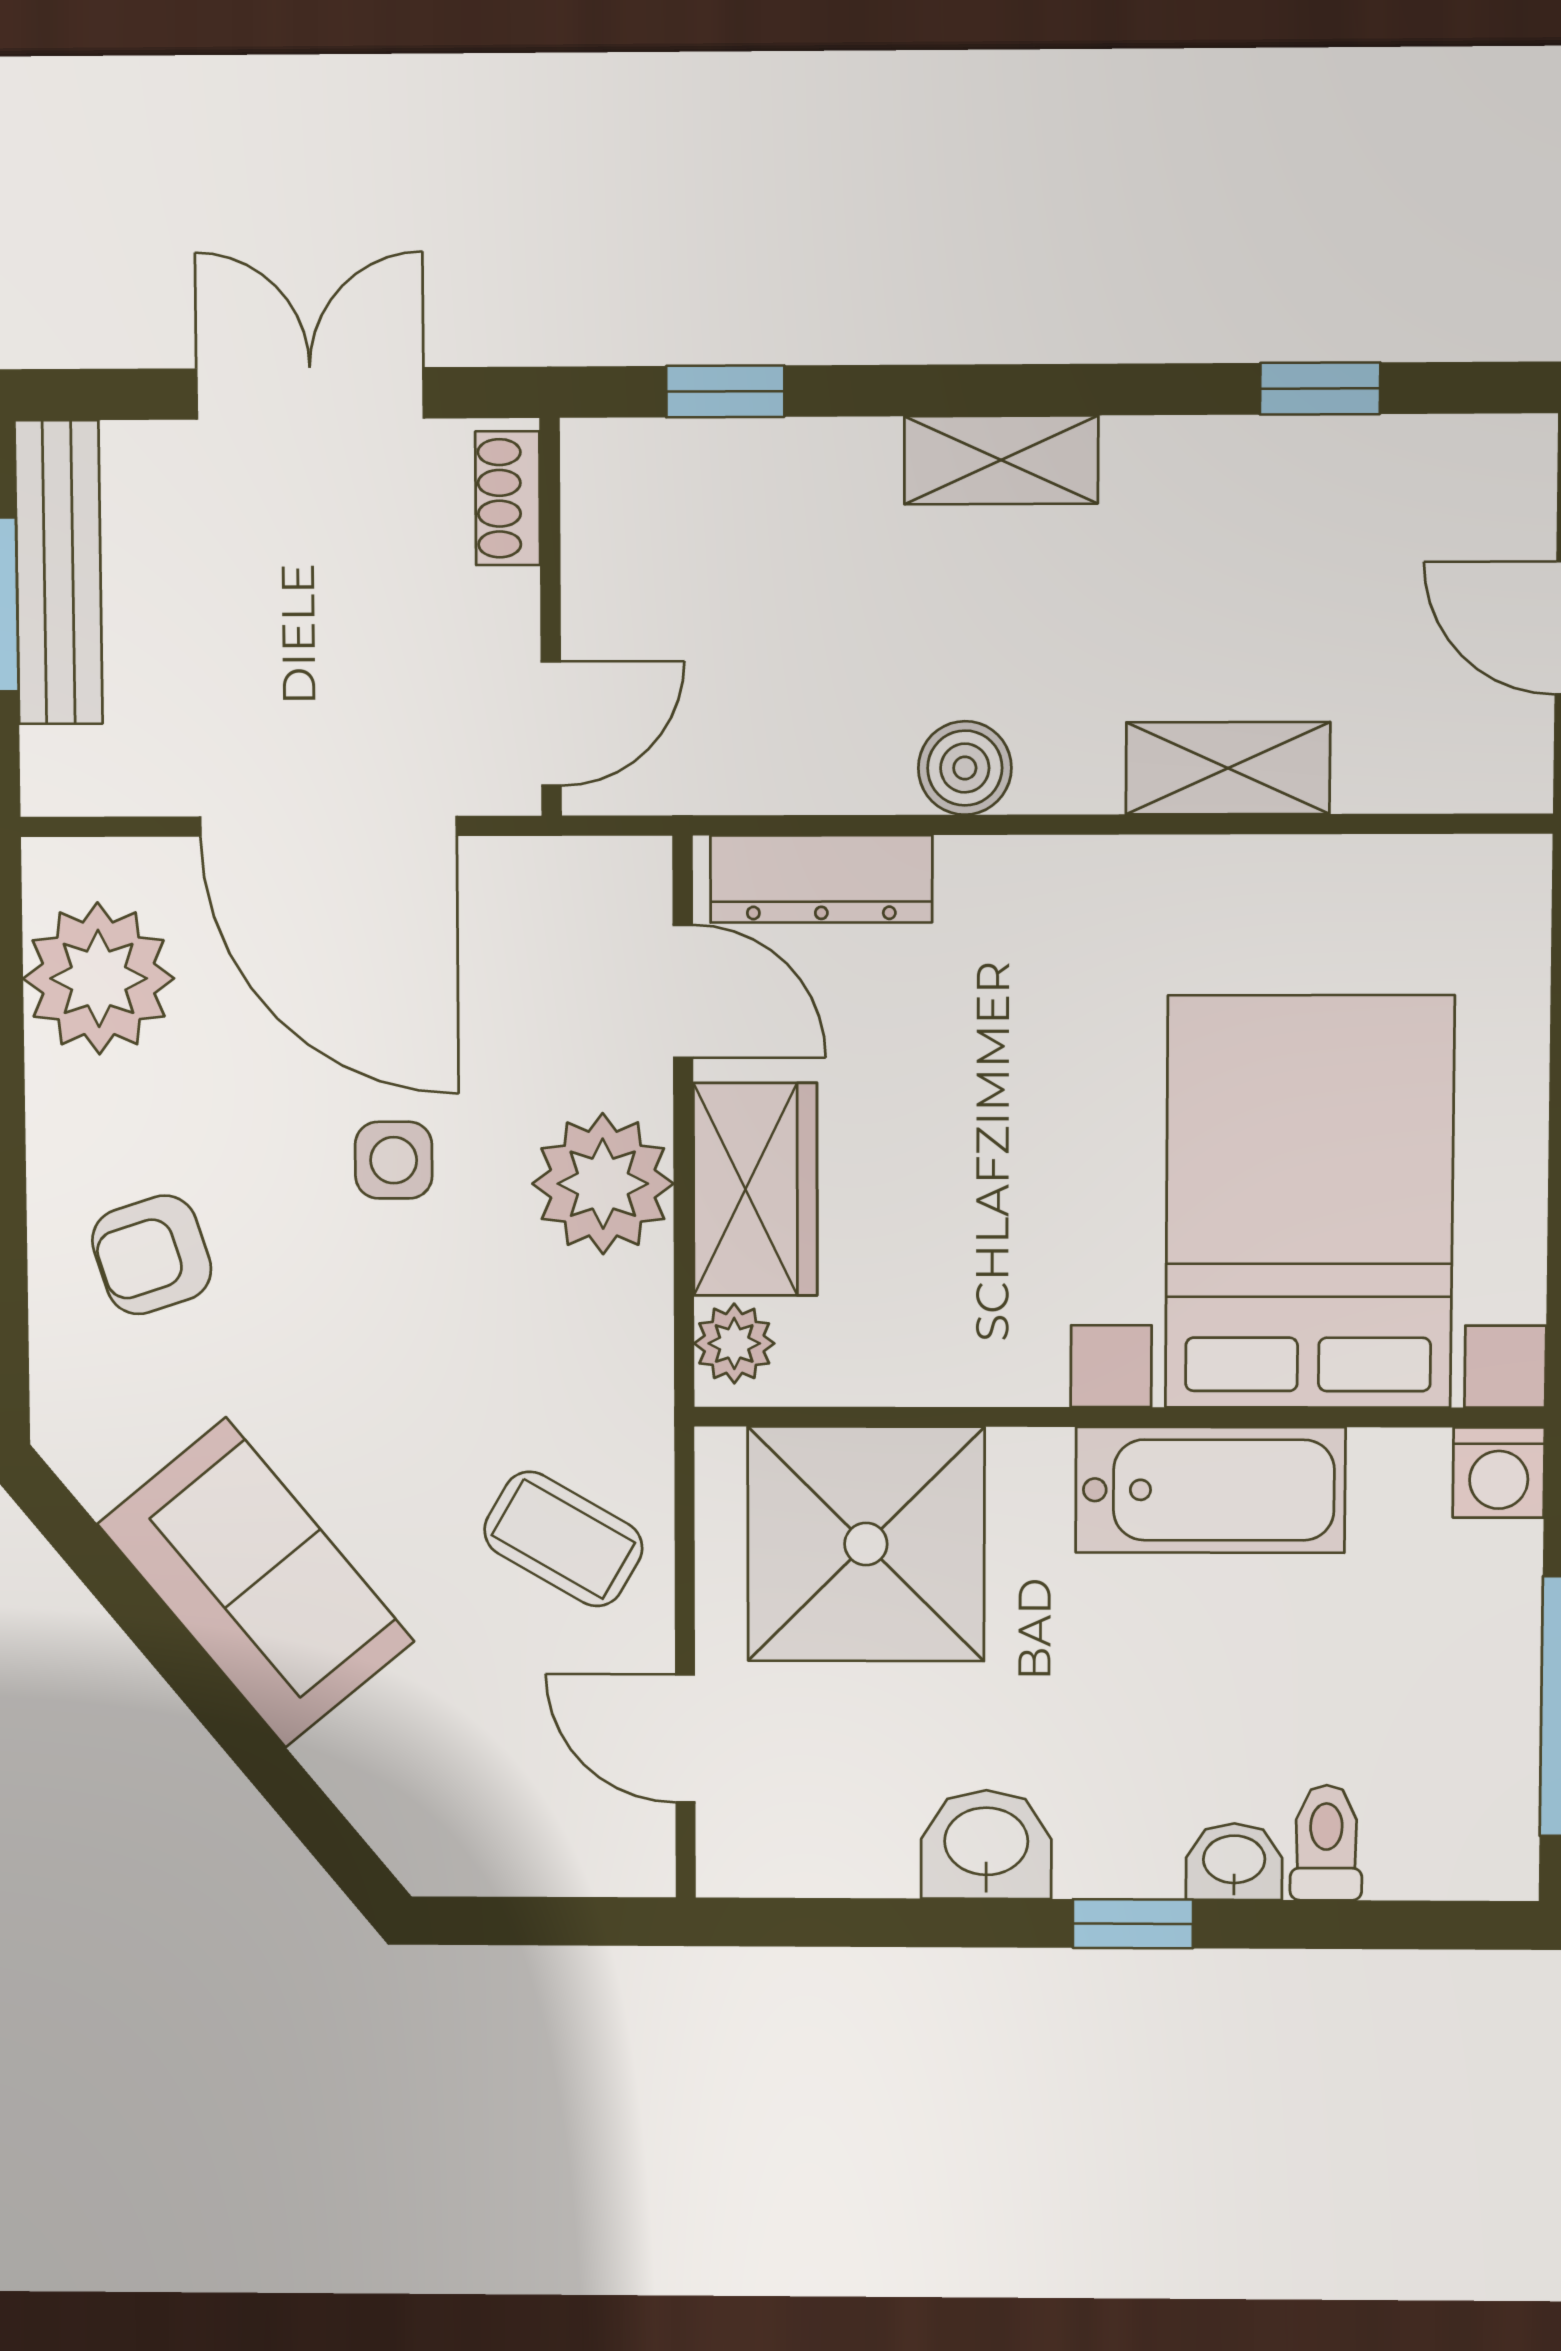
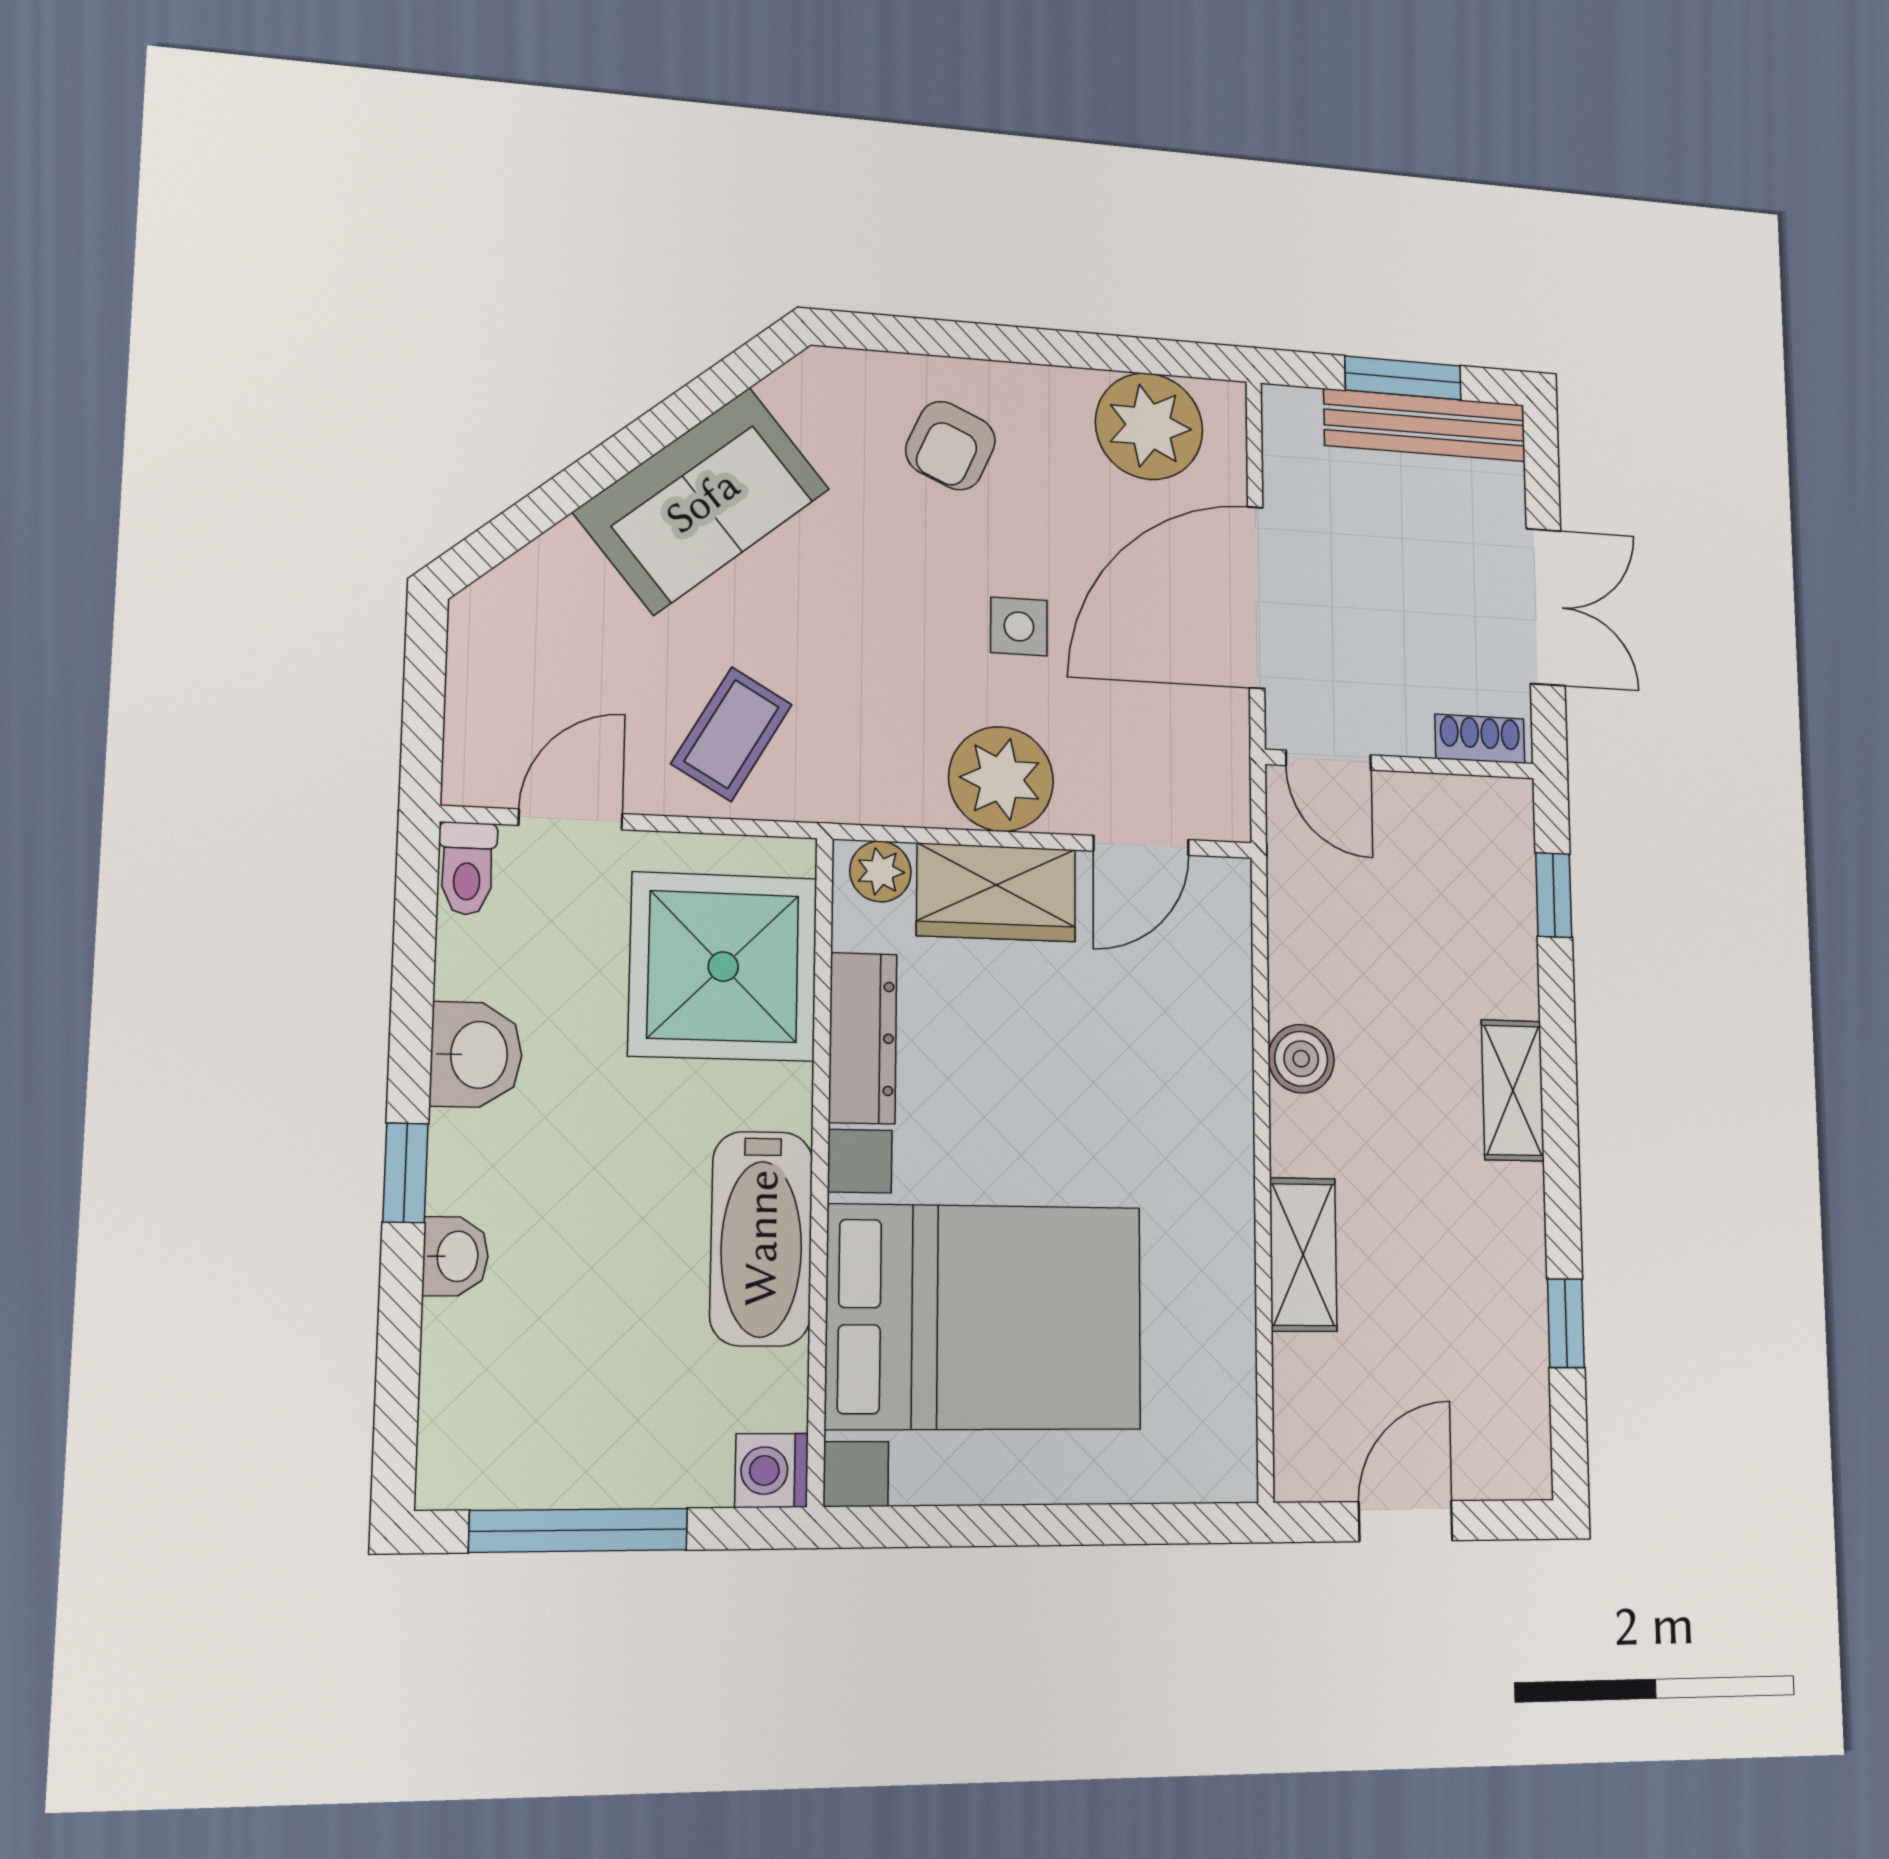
dresser: (821, 879) -> (863, 1038), moved, turned 180
armchair: (152, 1255) -> (950, 446), turned -138
toilet: (1326, 1843) -> (467, 868), moved, turned 90

